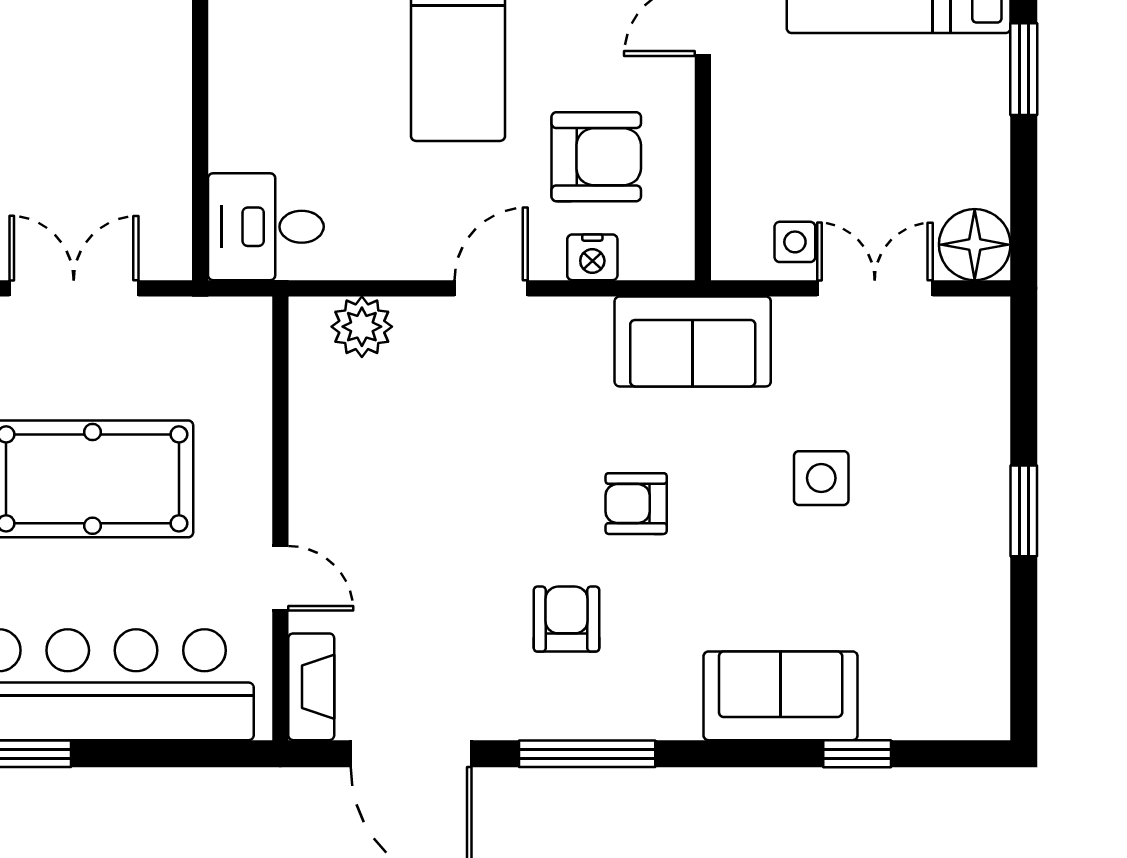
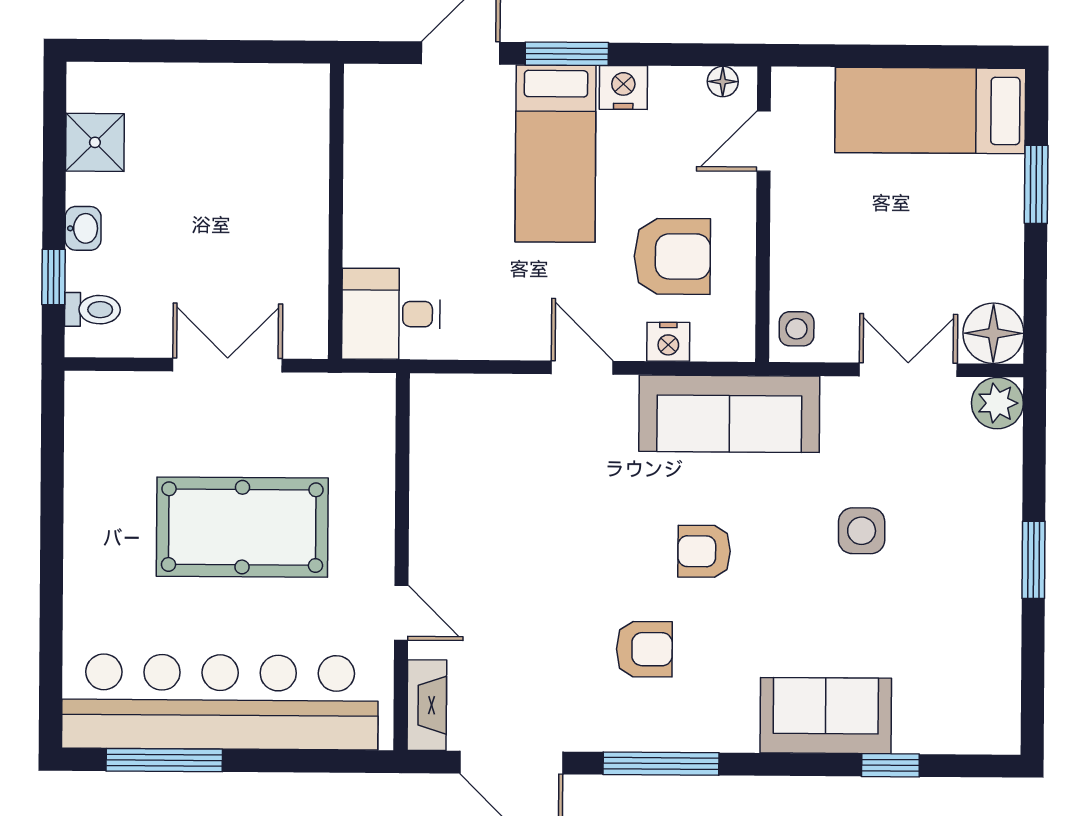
side table: (795, 242) -> (797, 329), moved
door: (491, 288) -> (582, 368), hinge flipped
plant: (362, 327) -> (997, 403), moved
sofa: (693, 341) -> (729, 414), width x1.36
armchair: (567, 619) -> (644, 649), turned 90

